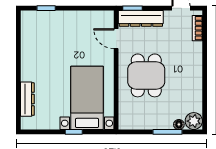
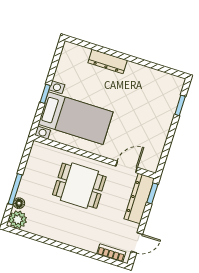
dresser: (27, 99) -> (108, 61), moved

